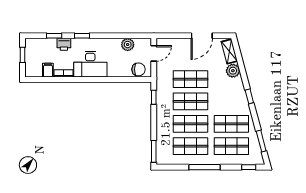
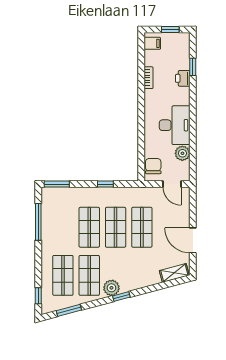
window: (82, 36) -> (193, 100), removed
desk: (90, 64) -> (175, 125), moved, turned 180
chair: (139, 69) -> (153, 166), turned 180
filing cabinet: (48, 70) -> (152, 43), moved
plant: (233, 71) -> (111, 288), moved
window: (154, 97) -> (105, 184), moved
shop shelf: (191, 146) -> (63, 227), removed
window: (204, 167) -> (38, 222), moved

